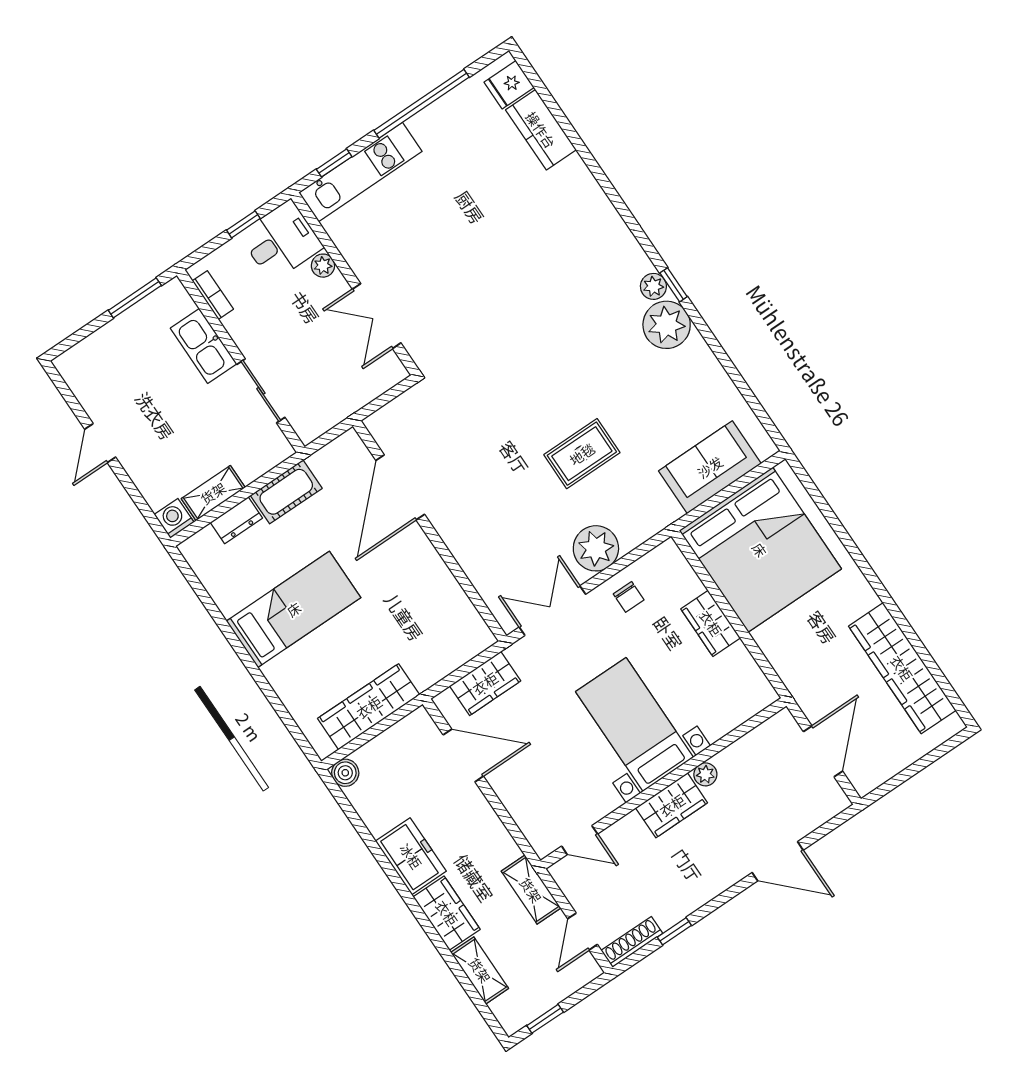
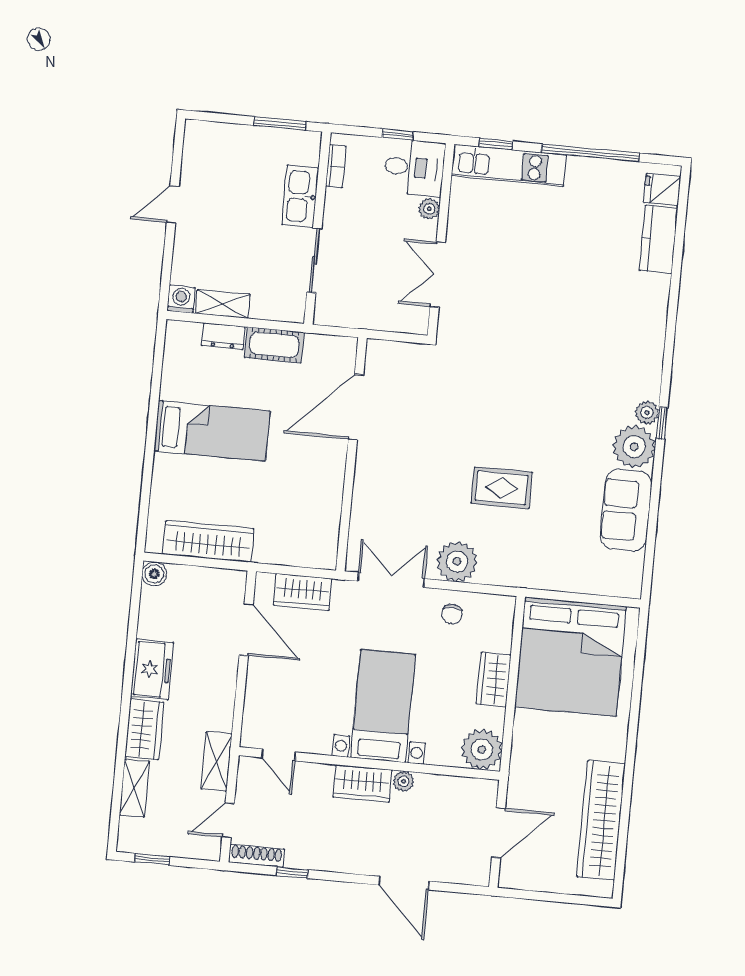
sofa: (710, 467) -> (626, 510), moved, turned -90
plant: (750, 692) -> (482, 749), added

